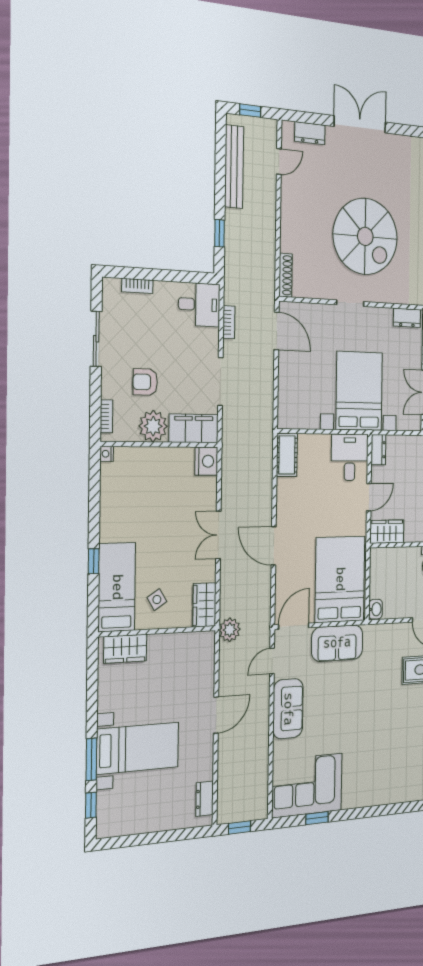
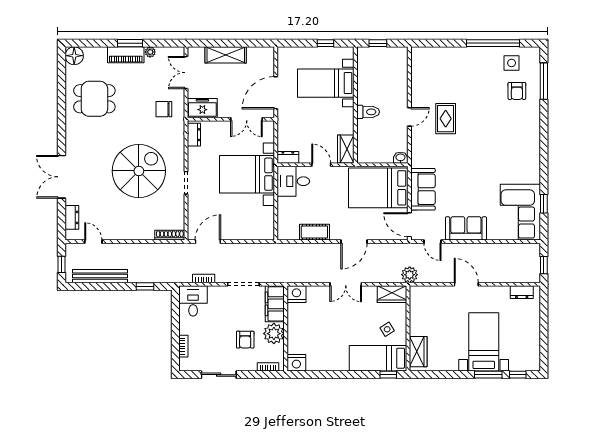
nightstand: (107, 454) -> (296, 363), width x1.89, depth x1.79
cot: (287, 455) -> (314, 232), moved
window: (94, 561) -> (388, 375), moved

